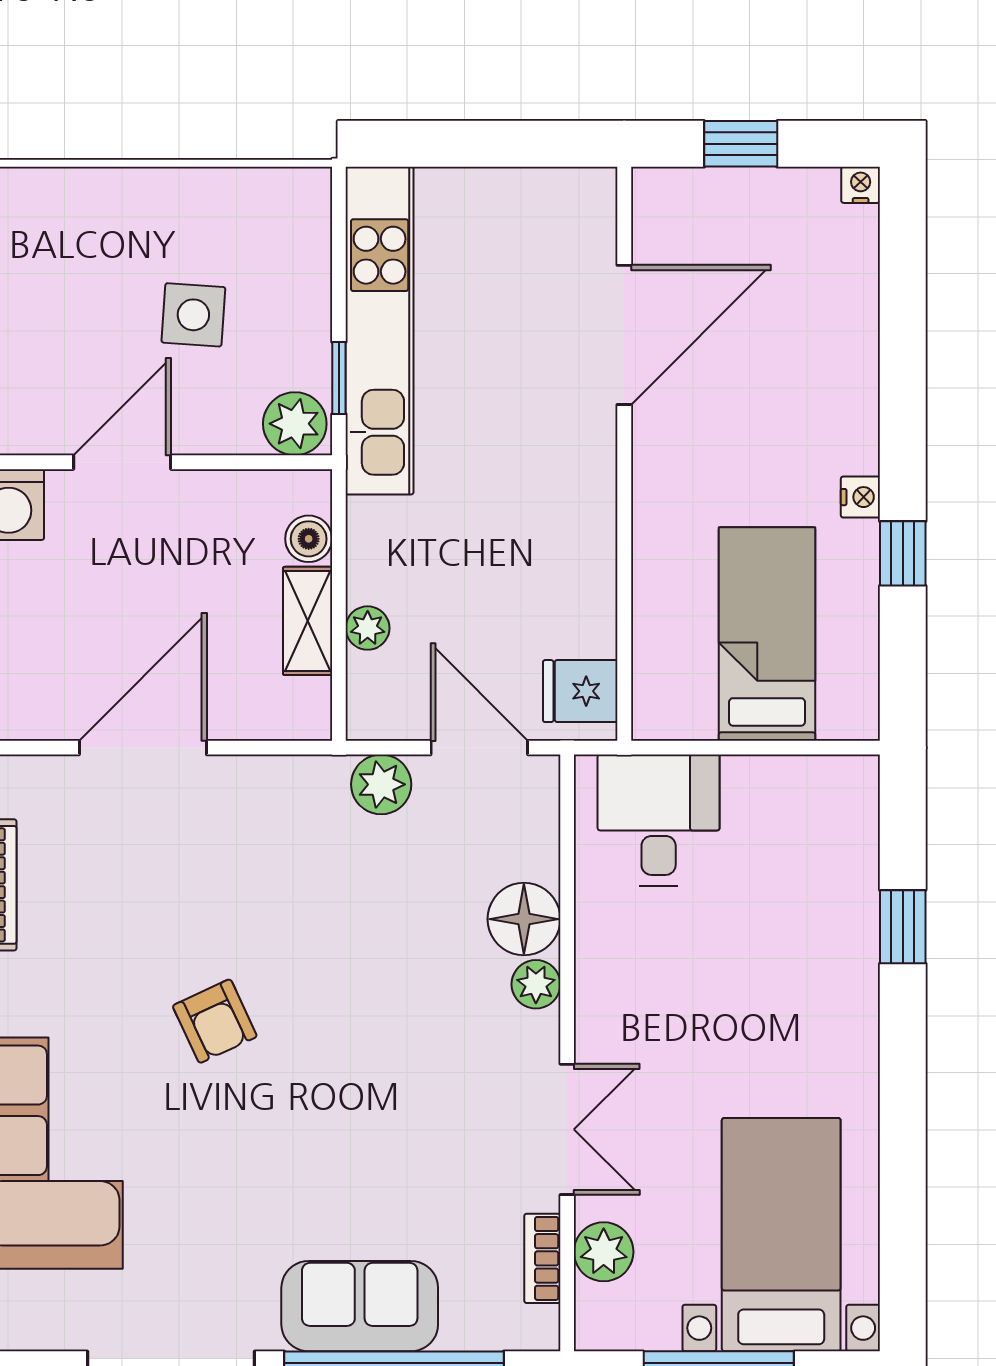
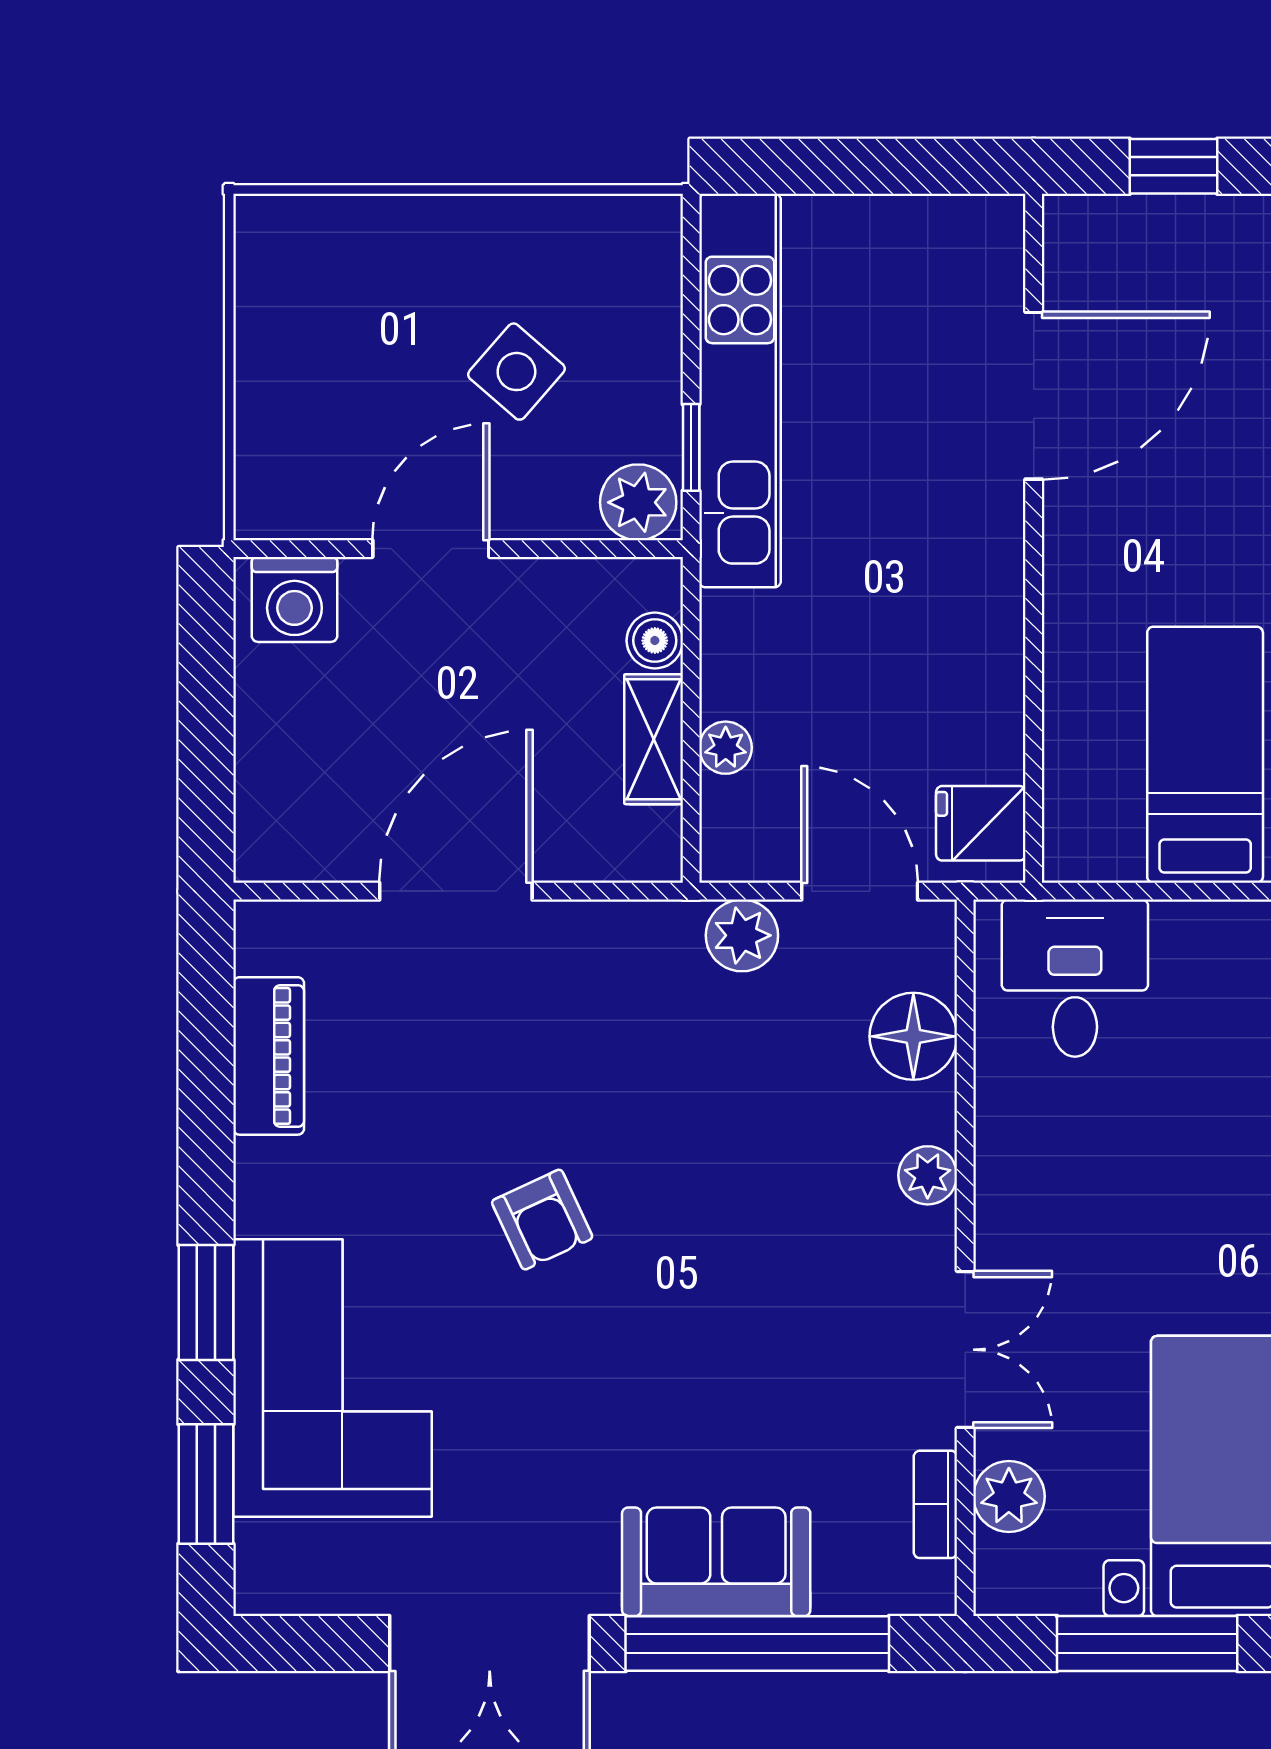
side table: (193, 315) -> (516, 372), turned 37
floor lamp: (524, 919) -> (913, 1036), moved

